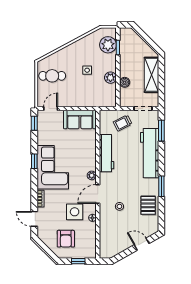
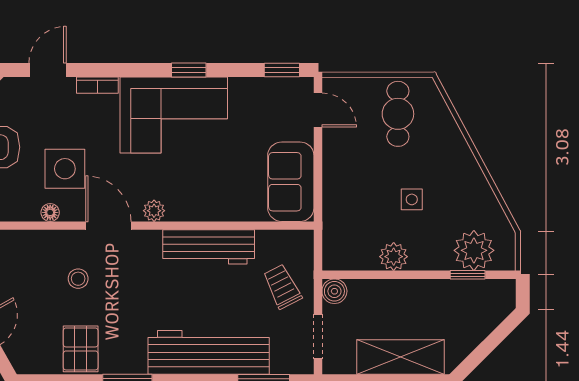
boiler: (125, 82) -> (334, 291), moved
pallet: (148, 205) -> (81, 349), turned 90

